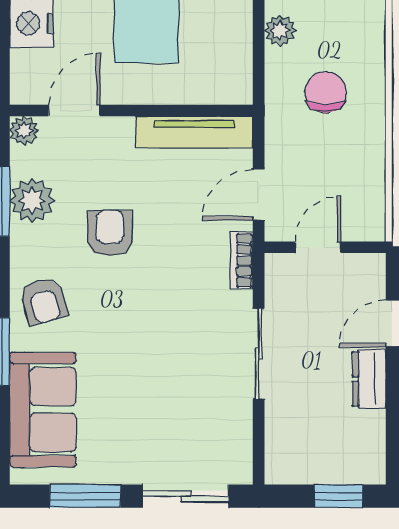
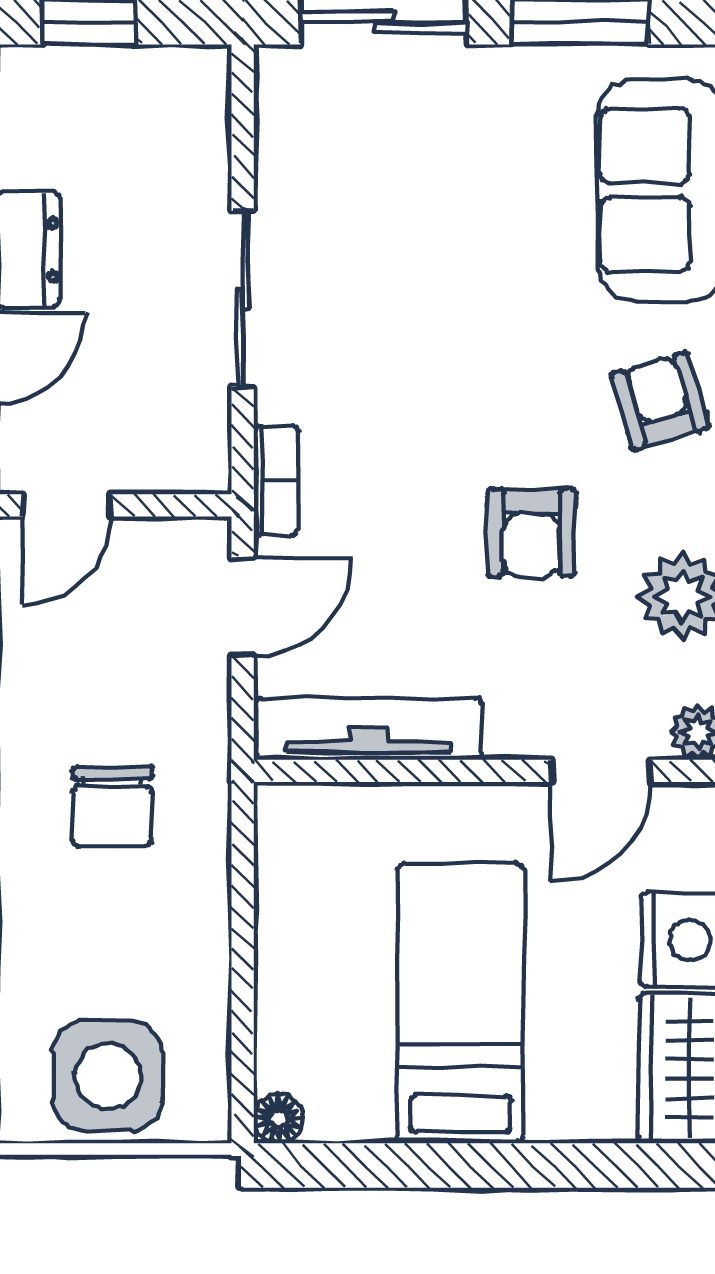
plant: (280, 31) -> (201, 926), removed
door: (318, 247) -> (67, 505), moved

